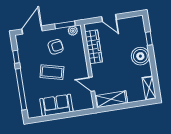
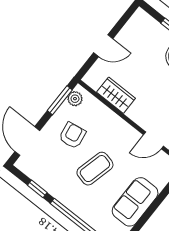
wardrobe: (94, 47) -> (116, 95), width x0.67

